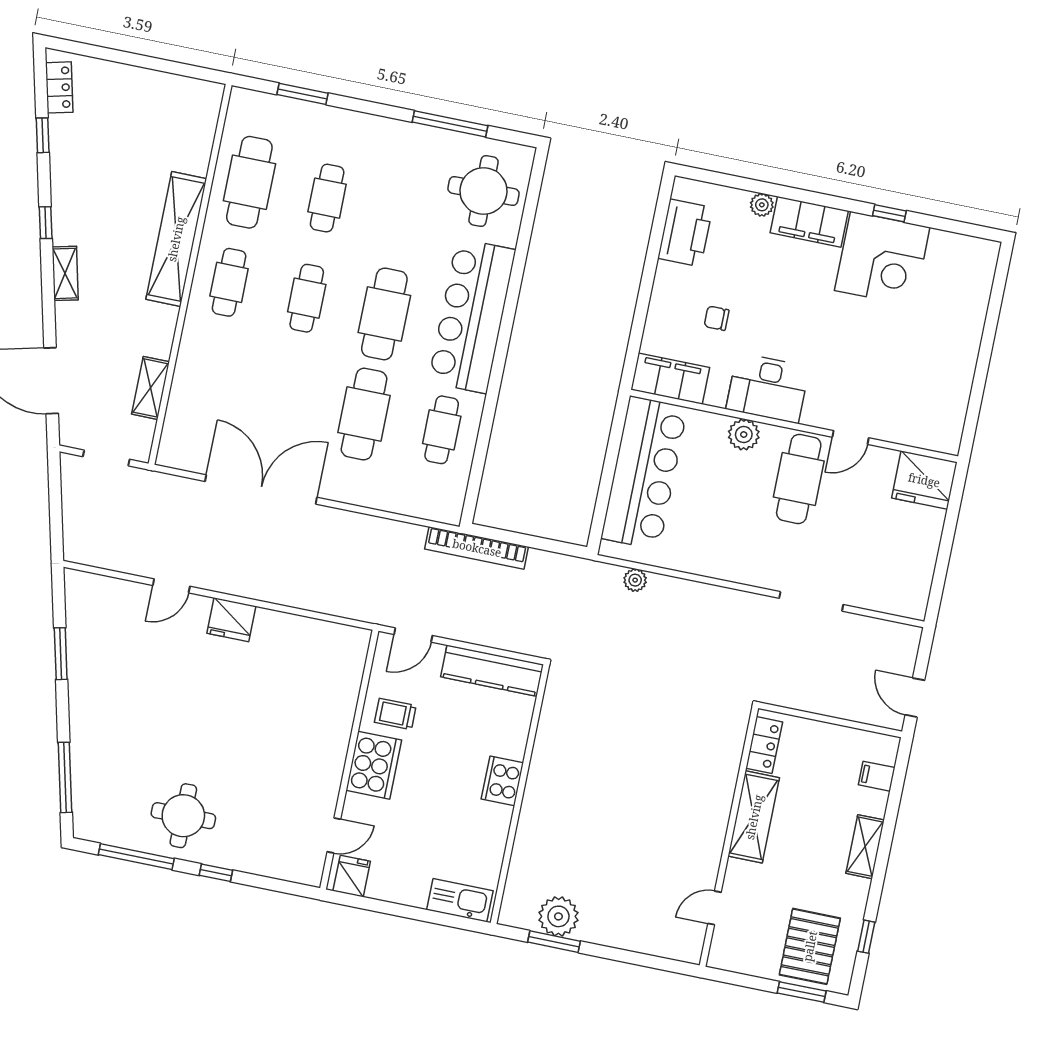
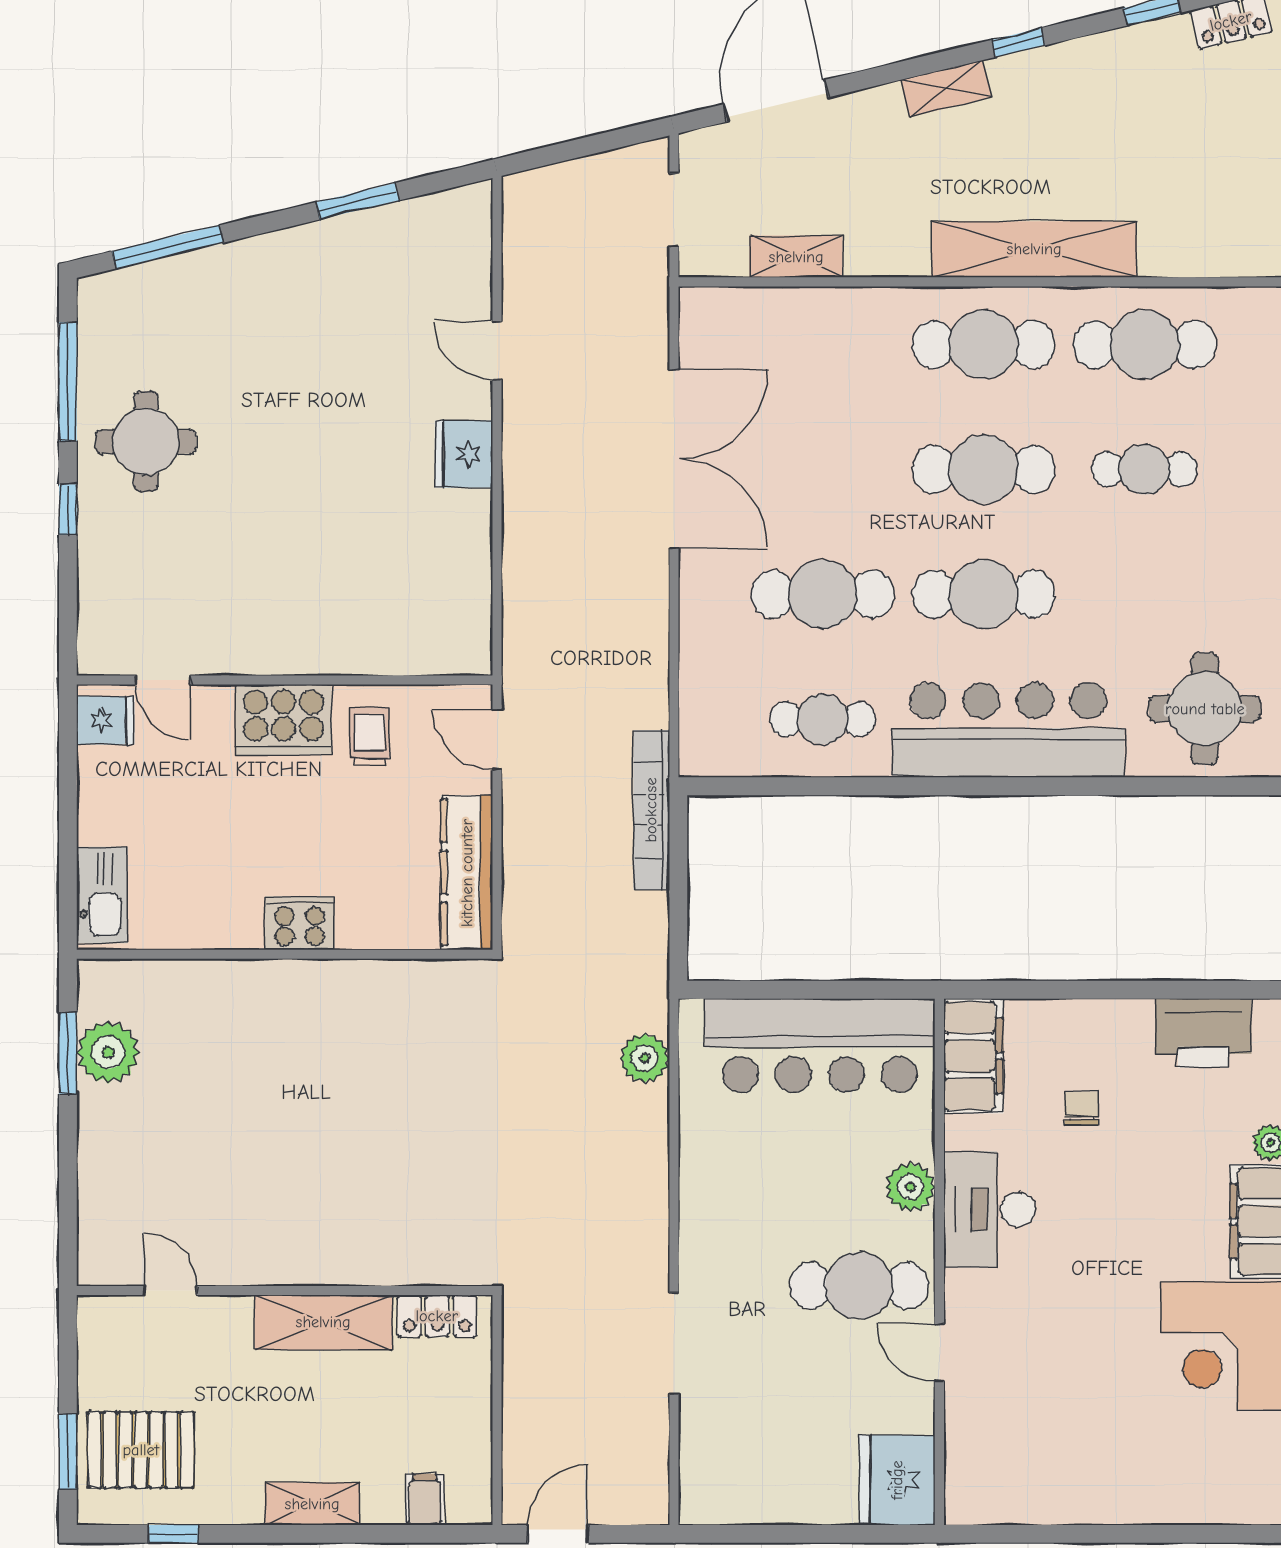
cafe table: (229, 282) -> (984, 345), width x1.37, depth x1.35
cafe table: (307, 298) -> (984, 469), width x1.37, depth x1.35
plant: (635, 580) -> (645, 1058), width x1.38, depth x1.38

